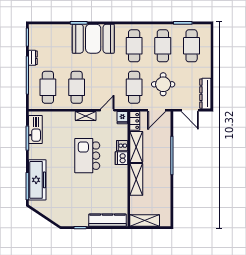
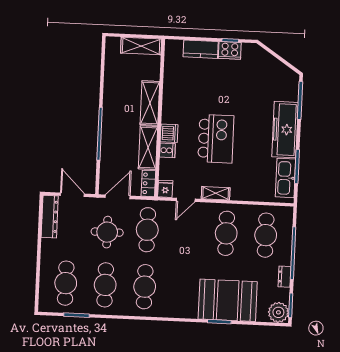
plant: (36, 32) -> (278, 312), added
booth: (93, 39) -> (228, 300), moved
freezer: (37, 180) -> (285, 130), moved
cooker: (80, 220) -> (230, 50), added
kitchen counter: (107, 220) -> (201, 49), width x0.67

